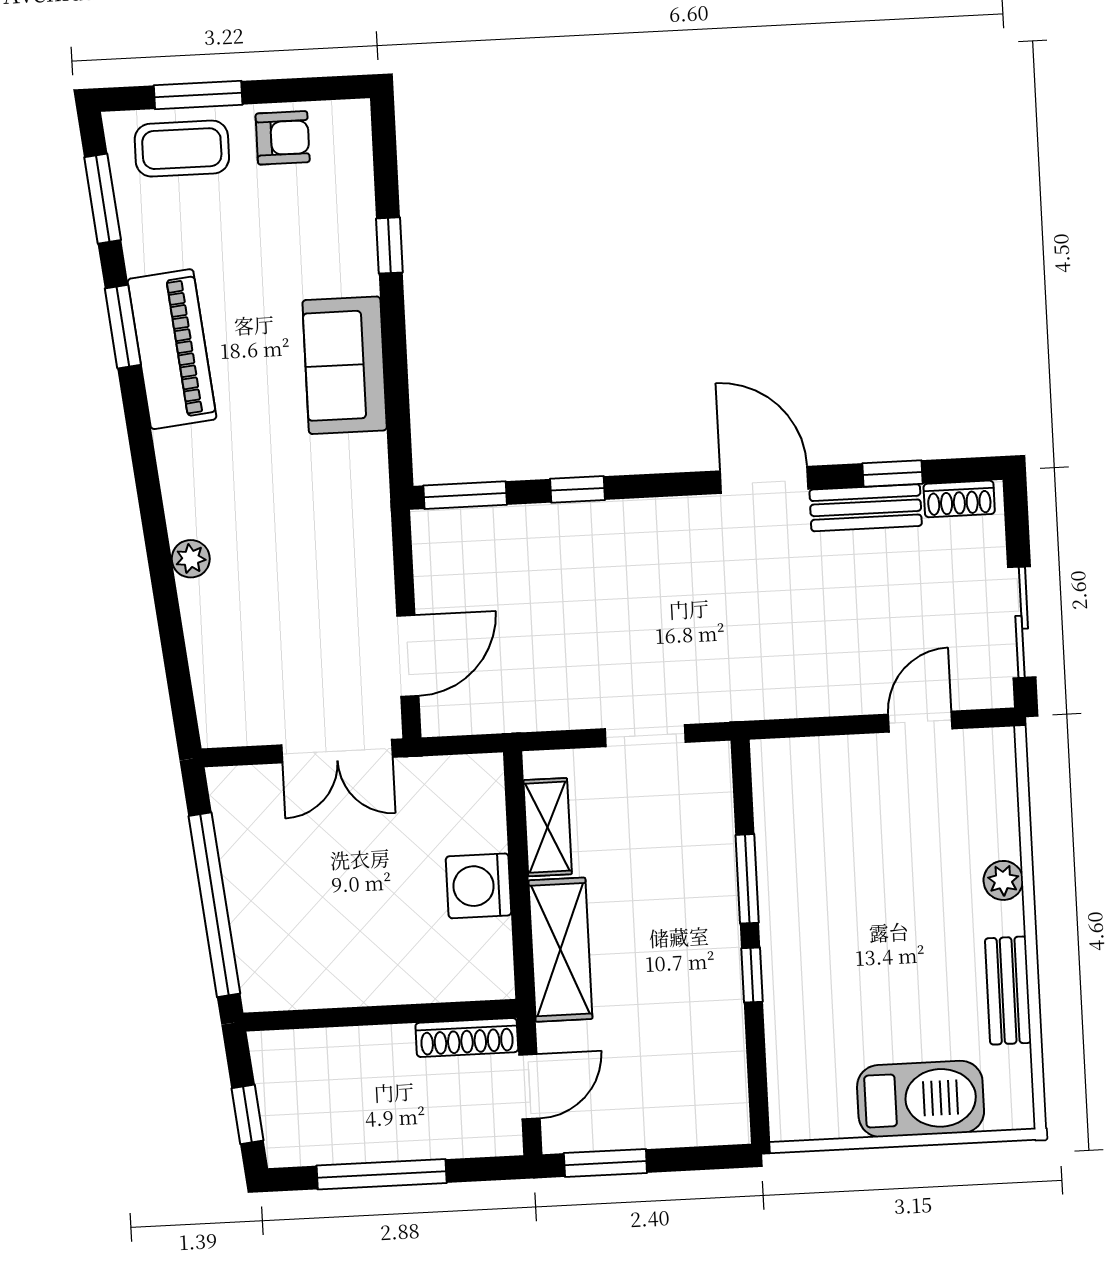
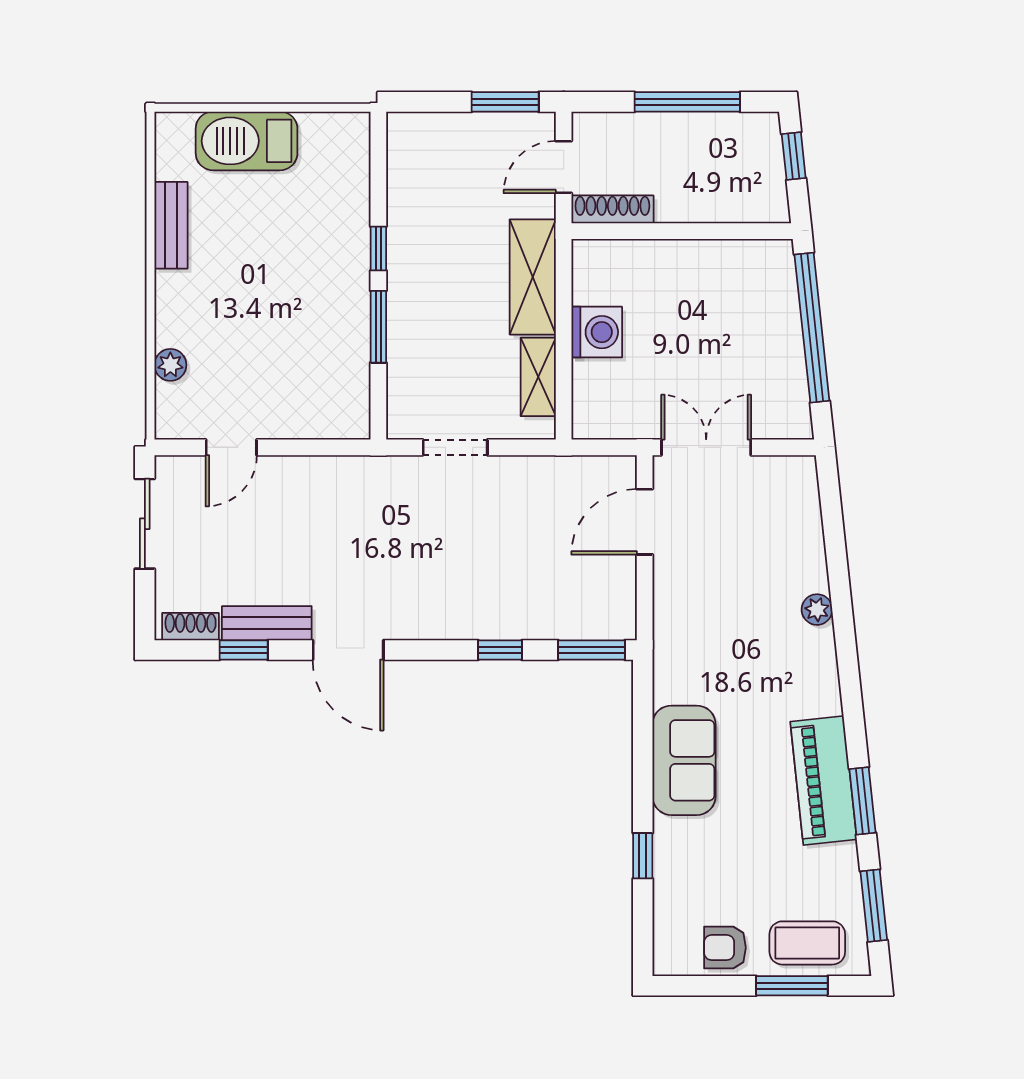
plant: (1003, 880) -> (170, 365), moved

